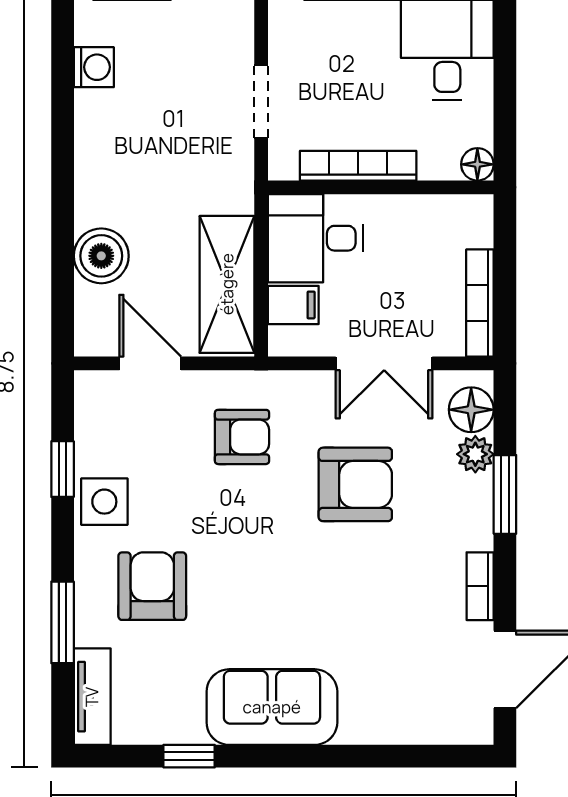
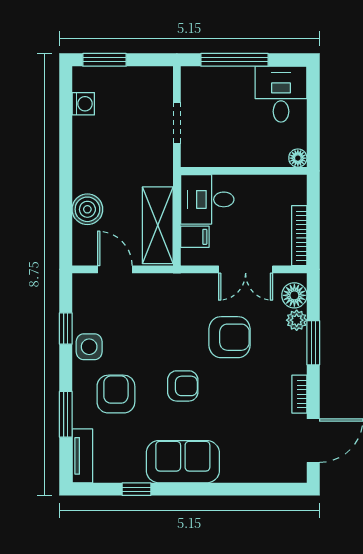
bookcase: (358, 166) -> (231, 159), removed
armchair: (242, 437) -> (183, 386), moved

